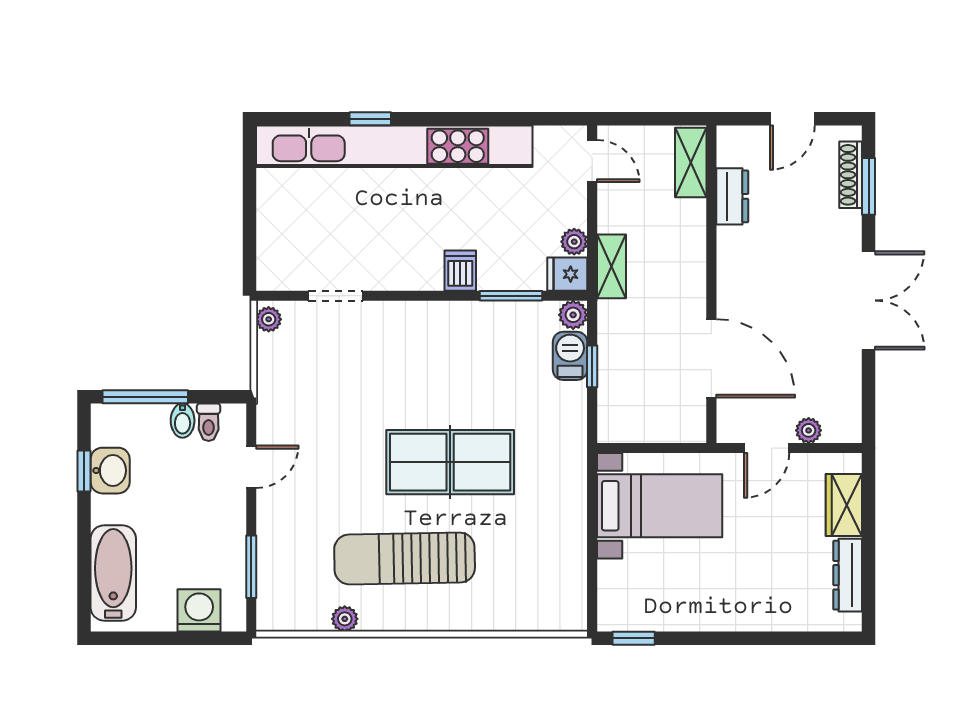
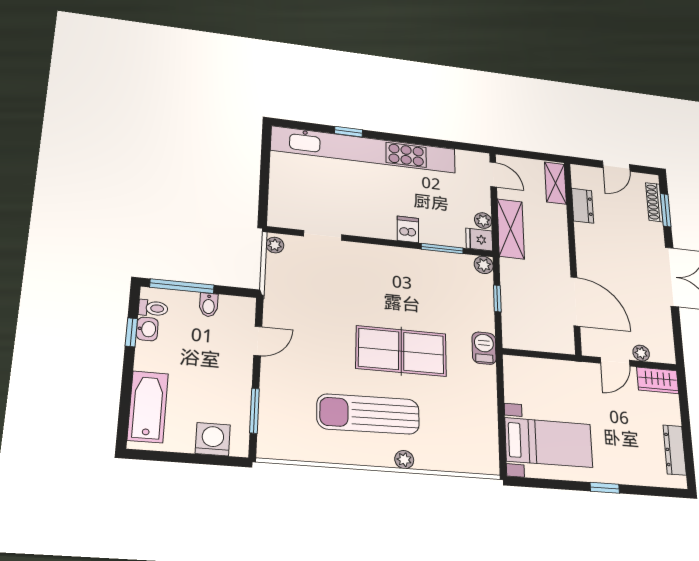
shelving: (612, 266) -> (511, 229), width x1.50, depth x1.33
barbecue: (570, 356) -> (484, 348), moved
toilet: (209, 422) -> (153, 308), moved, turned -90
washbasin: (110, 471) -> (147, 329), width x0.72, depth x0.69
wardrobe: (844, 505) -> (658, 380), moved, turned -90
bed with nightstands: (660, 506) -> (549, 443), moved
plant: (345, 619) -> (404, 460), moved
window: (634, 638) -> (605, 488), moved

